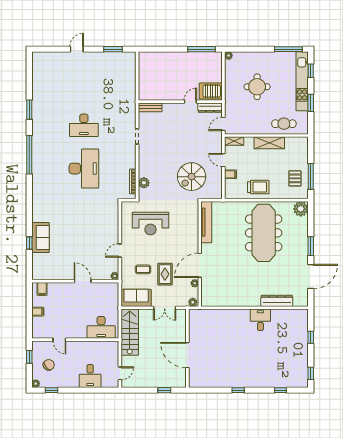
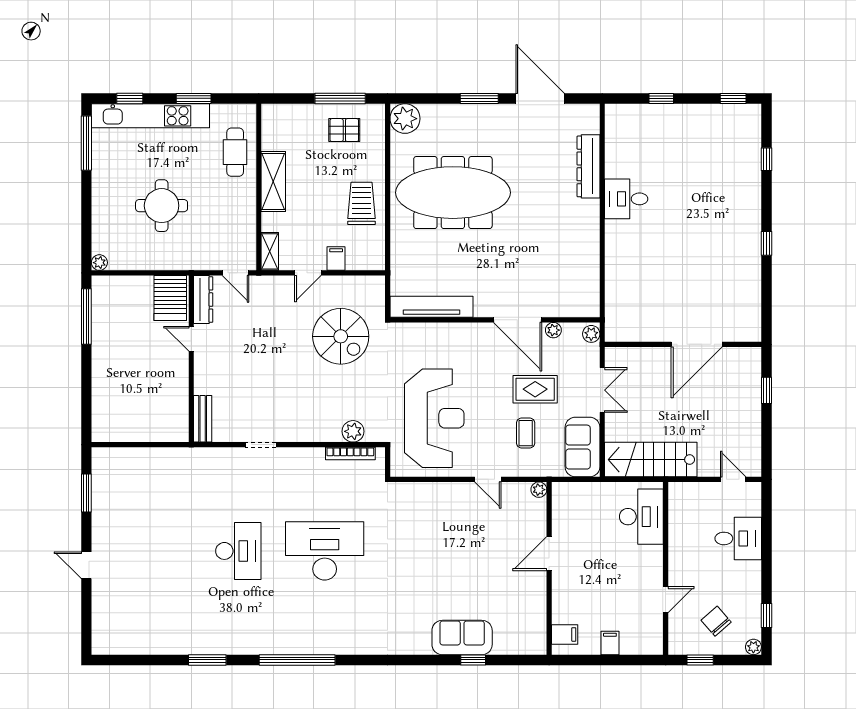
reception desk: (150, 223) -> (434, 418), width x1.36, depth x1.30

